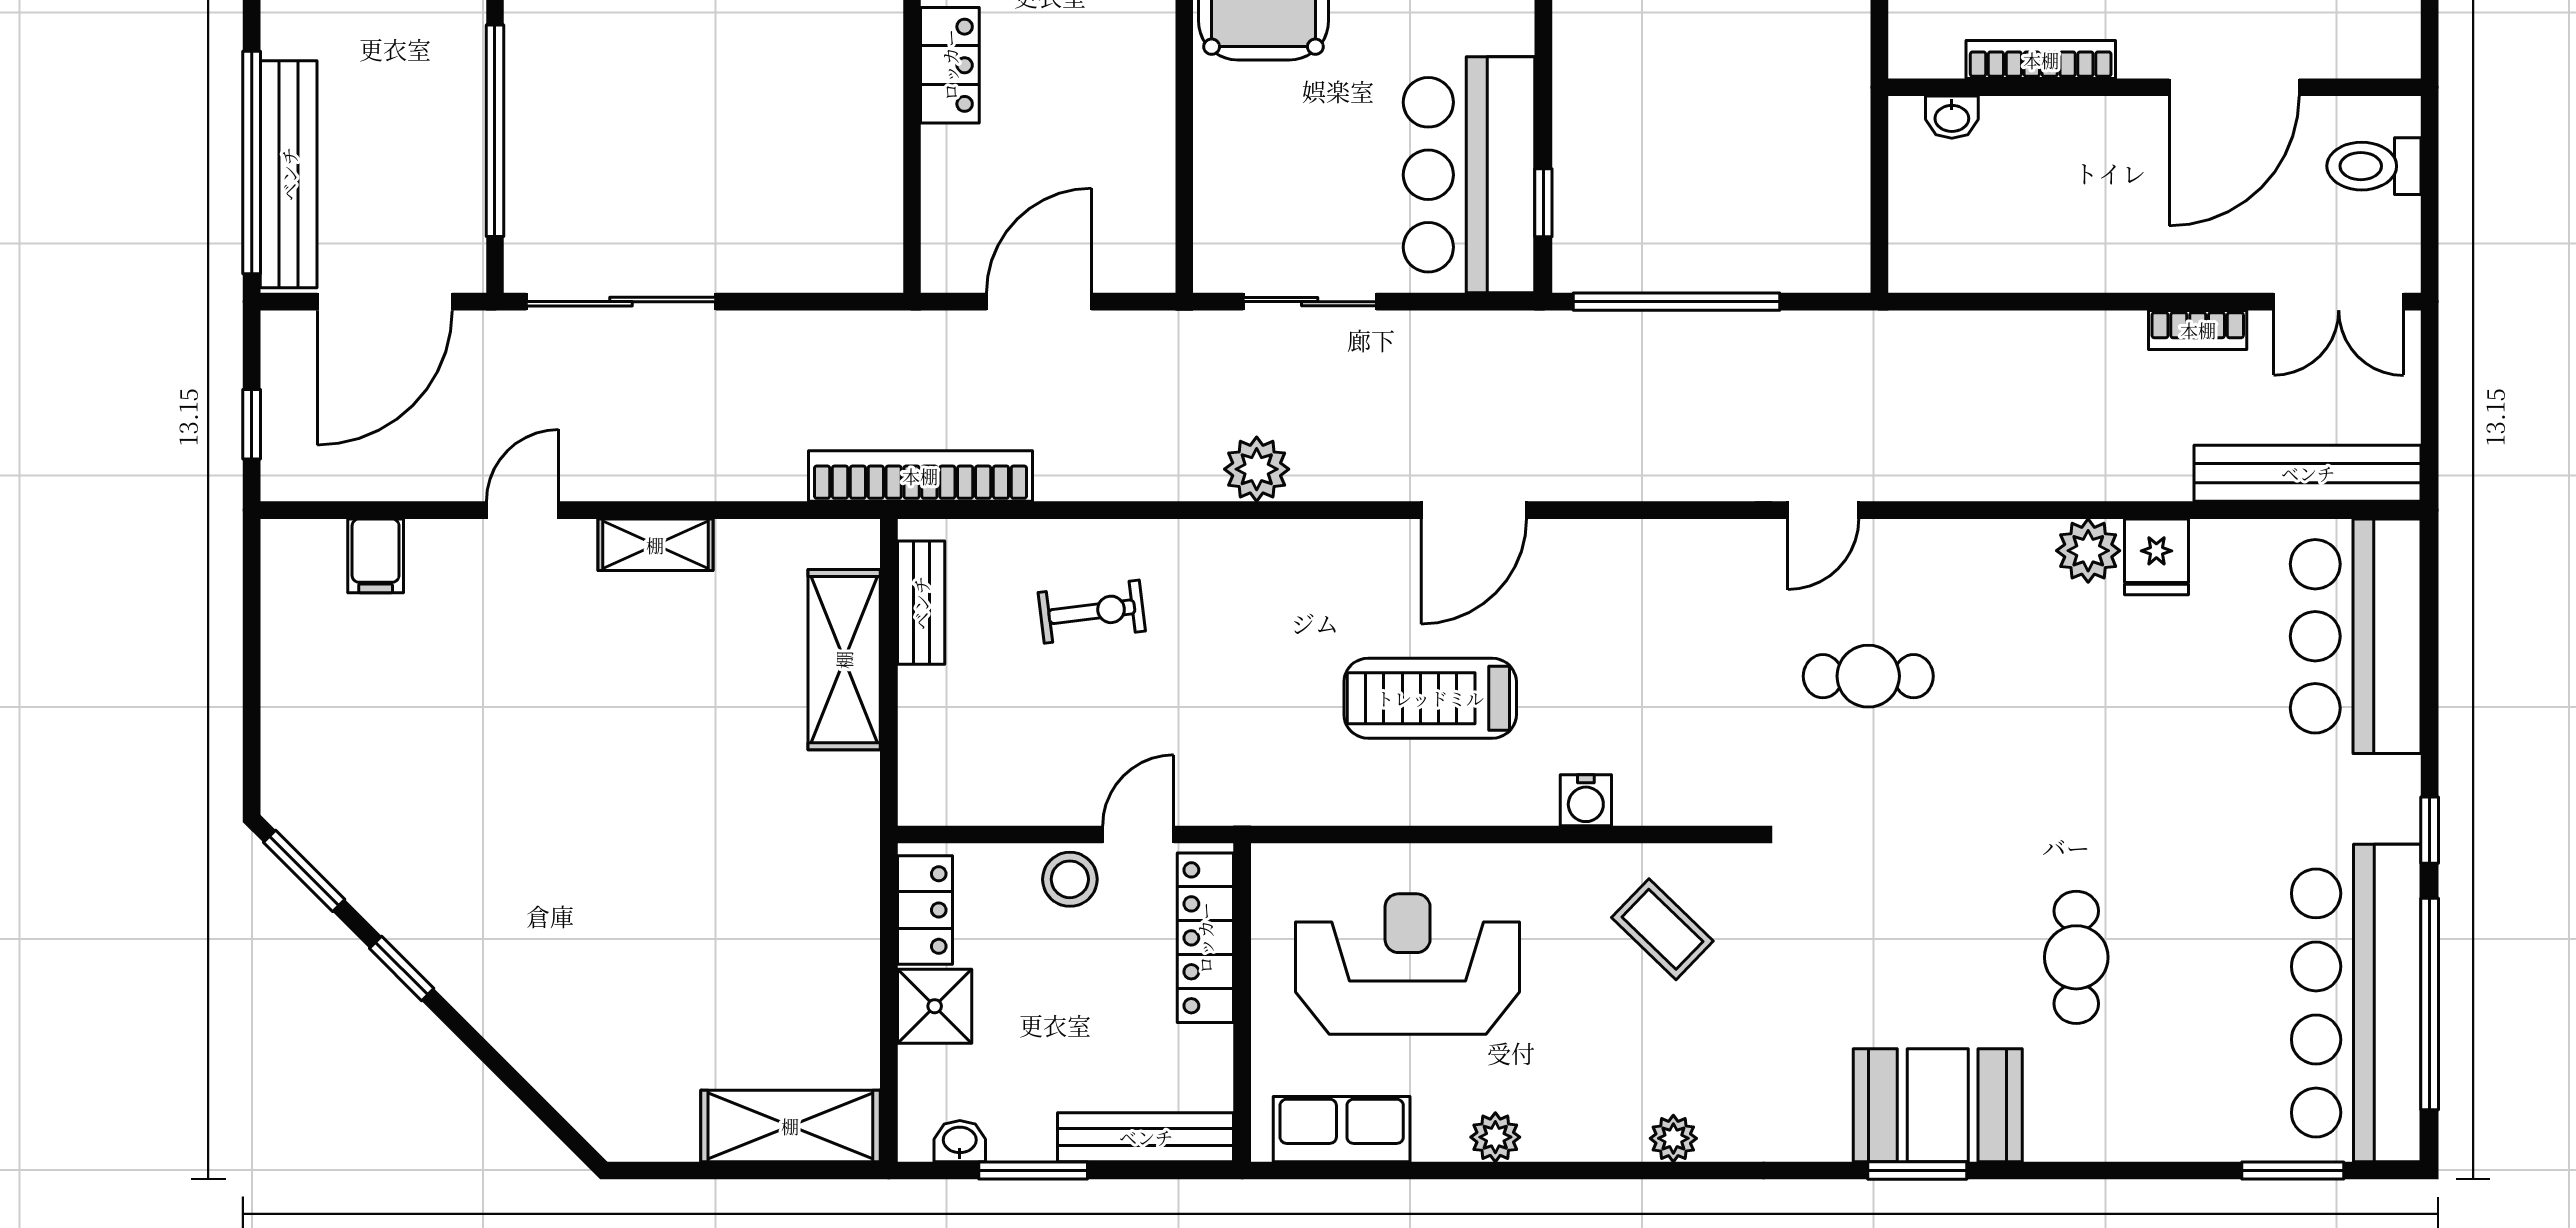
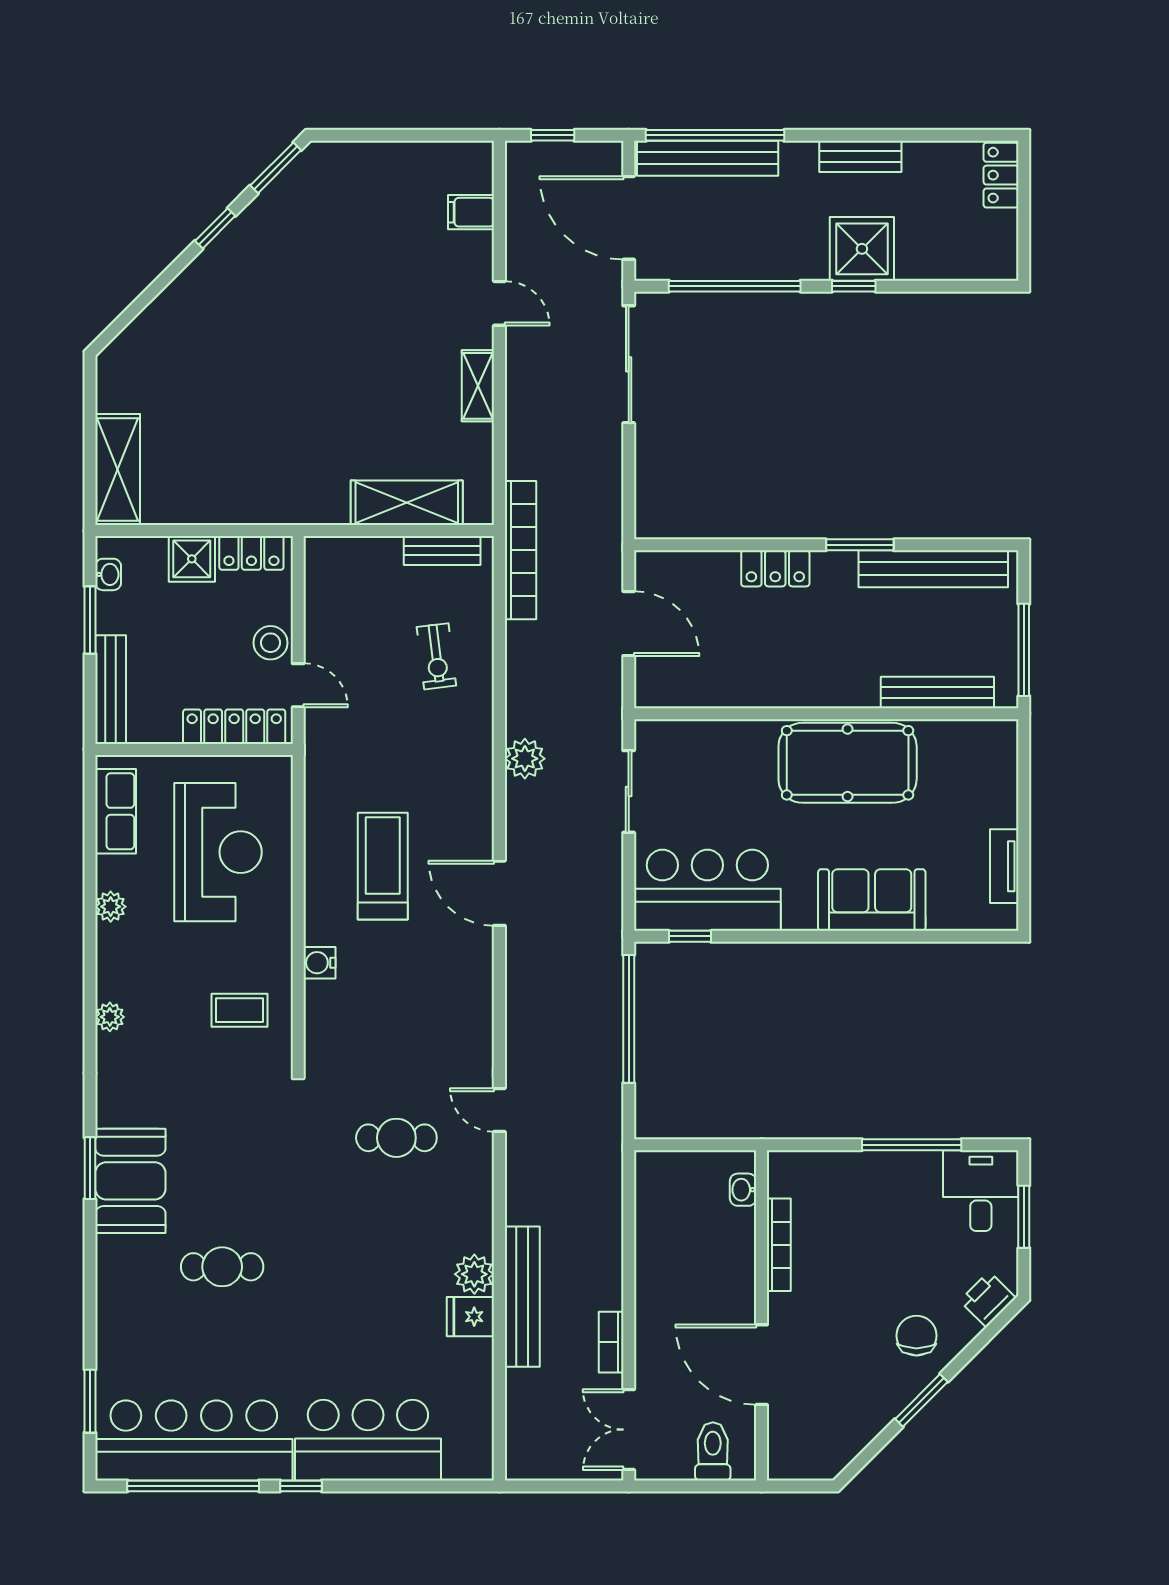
bench: (2308, 473) -> (522, 1297), moved
bar counter: (2356, 636) -> (368, 1440), moved
cafe table: (1868, 676) -> (396, 1138), turned 90
coffee table: (1662, 929) -> (240, 1010), turned 46

